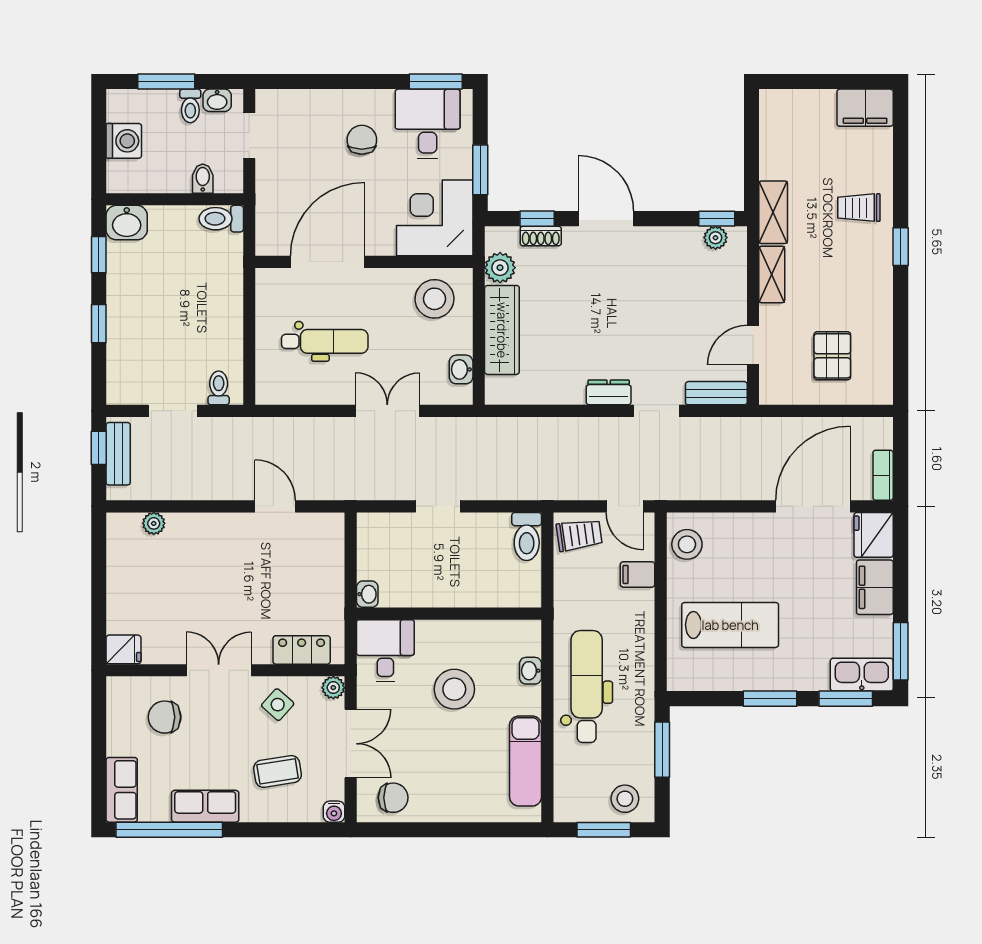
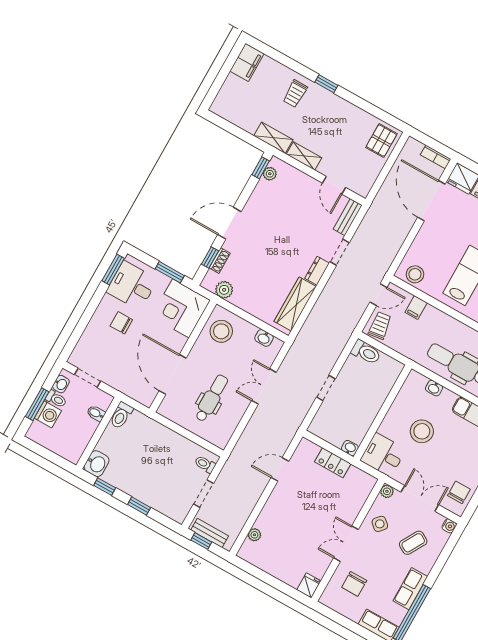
washing machine: (124, 141) -> (48, 414), moved, turned 90
wardrobe: (502, 330) -> (295, 304), moved, turned -90
pallet: (832, 356) -> (381, 141), moved, turned 90
locker: (302, 650) -> (333, 463), moved, turned -90
coffee table: (278, 771) -> (413, 543), turned 39

